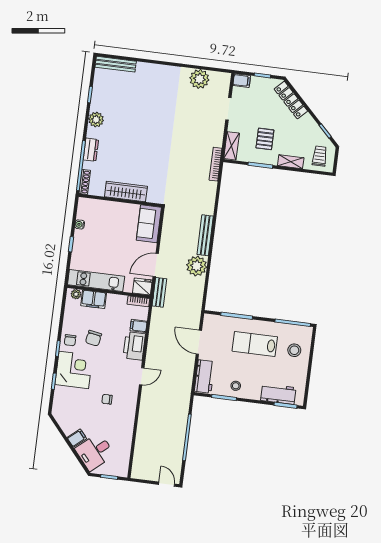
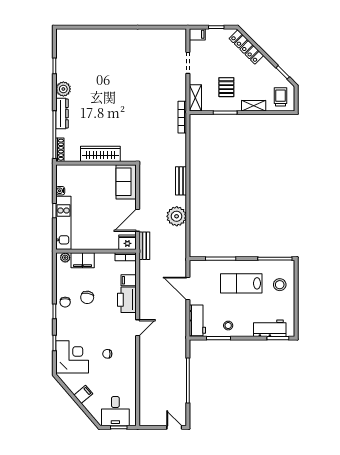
bench: (116, 64) -> (75, 34), removed
plant: (199, 79) -> (157, 38), removed
dresser: (91, 150) -> (62, 114), width x1.44
bench: (205, 235) -> (181, 181), width x0.73
kitchen unit: (96, 281) -> (63, 223), moved, turned 90
corner desk: (74, 370) -> (72, 357), moved
desk: (95, 452) -> (115, 411), moved, turned -49

